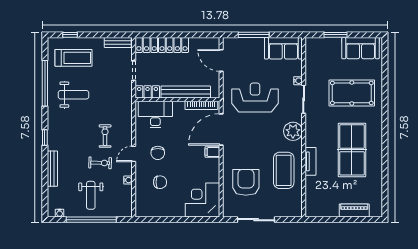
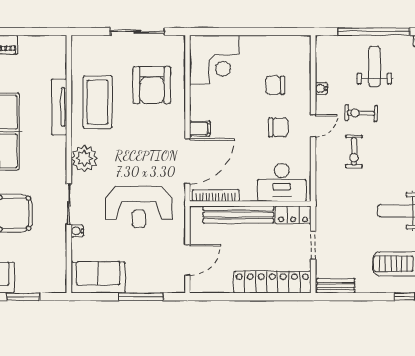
door: (221, 60) -> (187, 260), hinge flipped
chair: (158, 153) -> (278, 127), turned 90
tv unit: (311, 161) -> (59, 107), width x1.41

